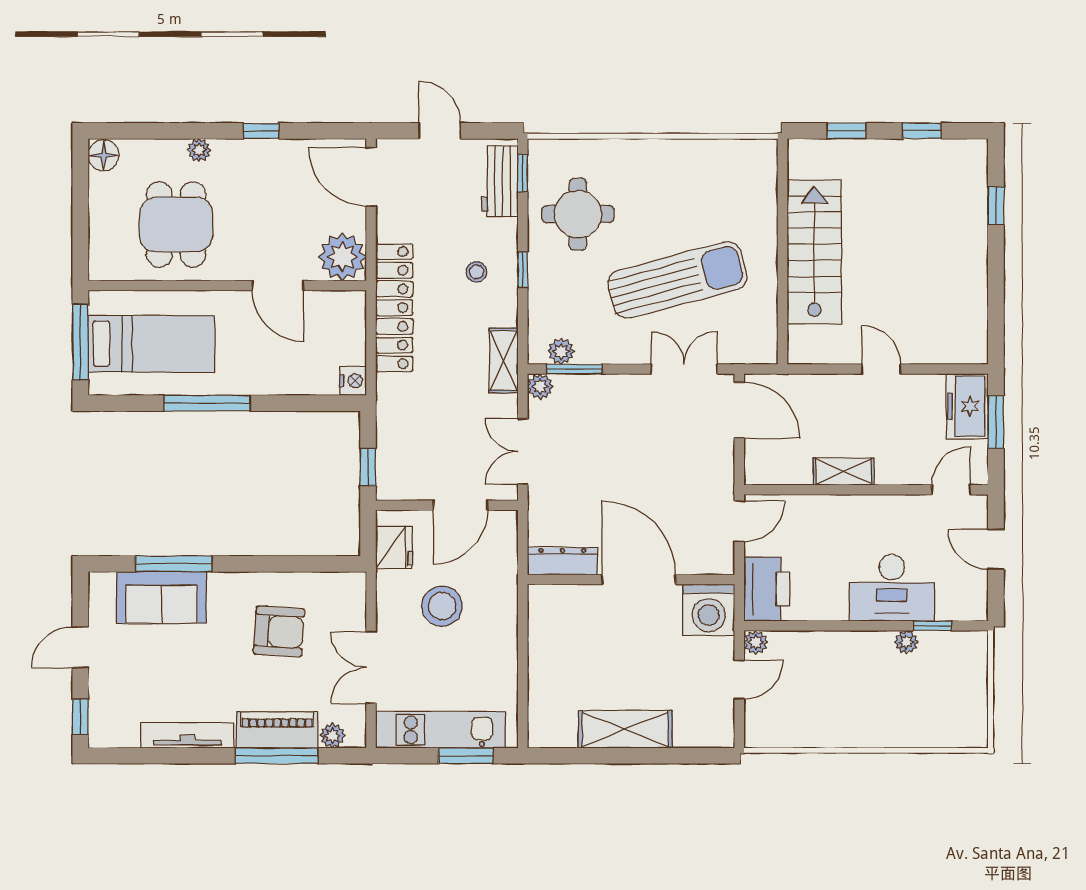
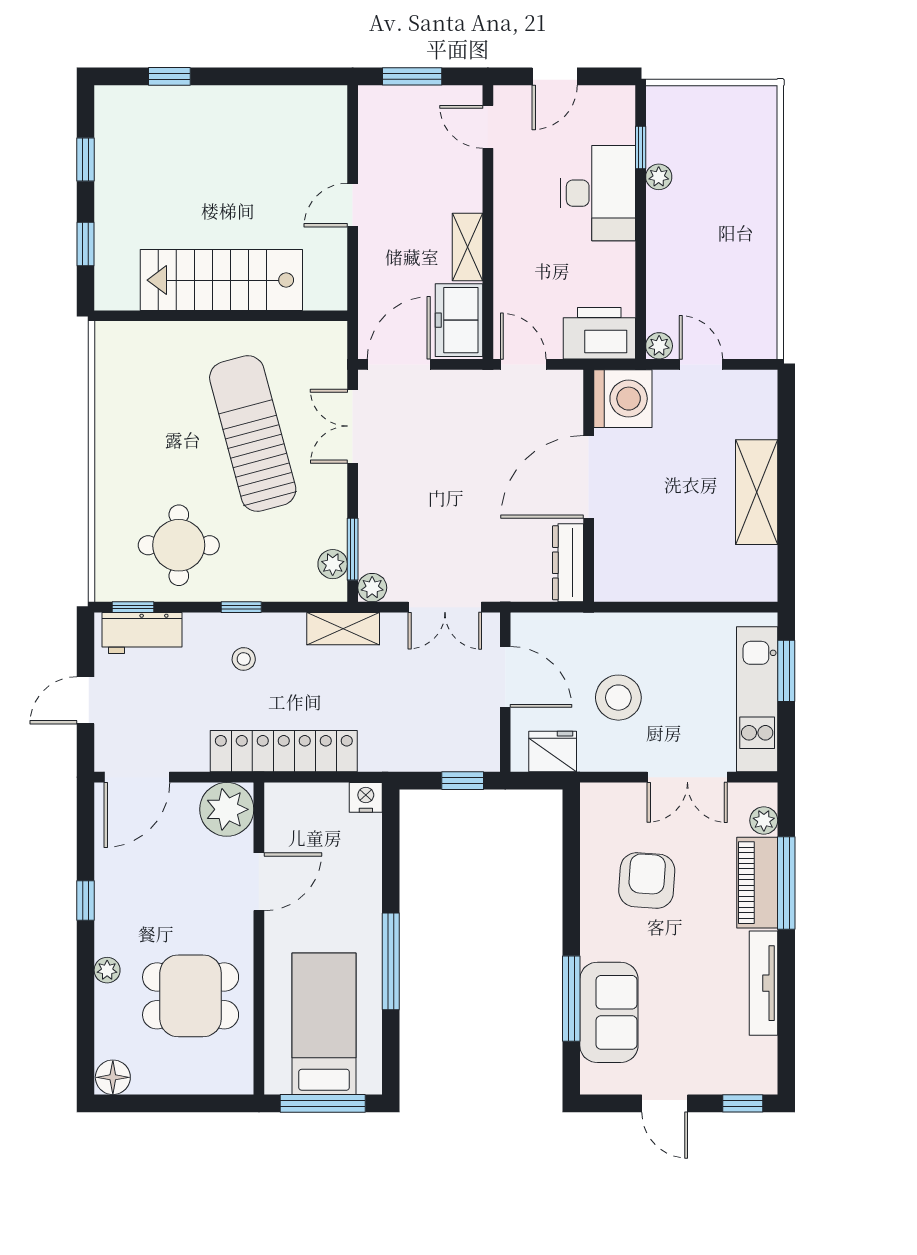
freezer: (967, 406) -> (459, 320), moved, turned 90

